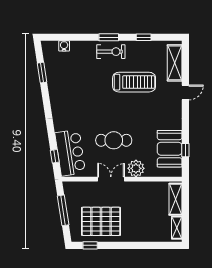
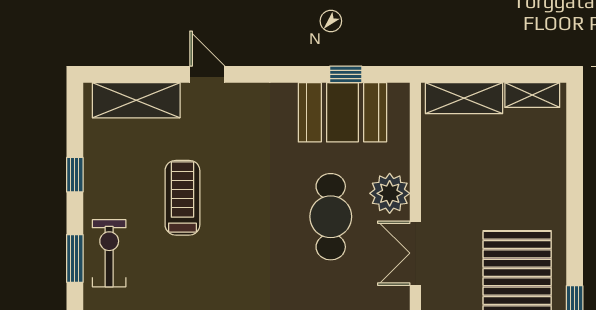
treadmill: (134, 82) -> (182, 198), width x0.73, depth x0.73
cafe table: (114, 140) -> (331, 217), moved

